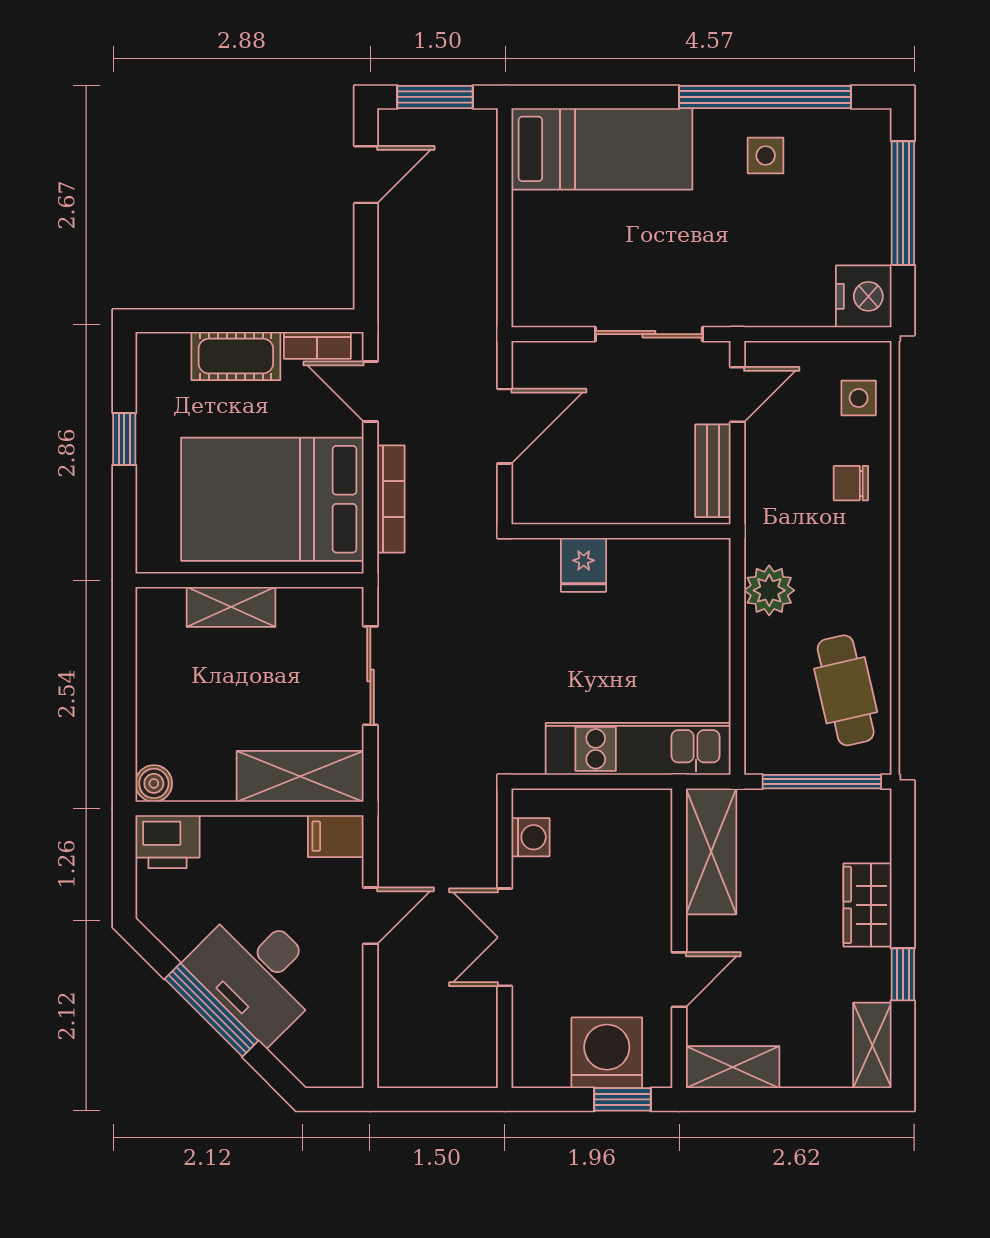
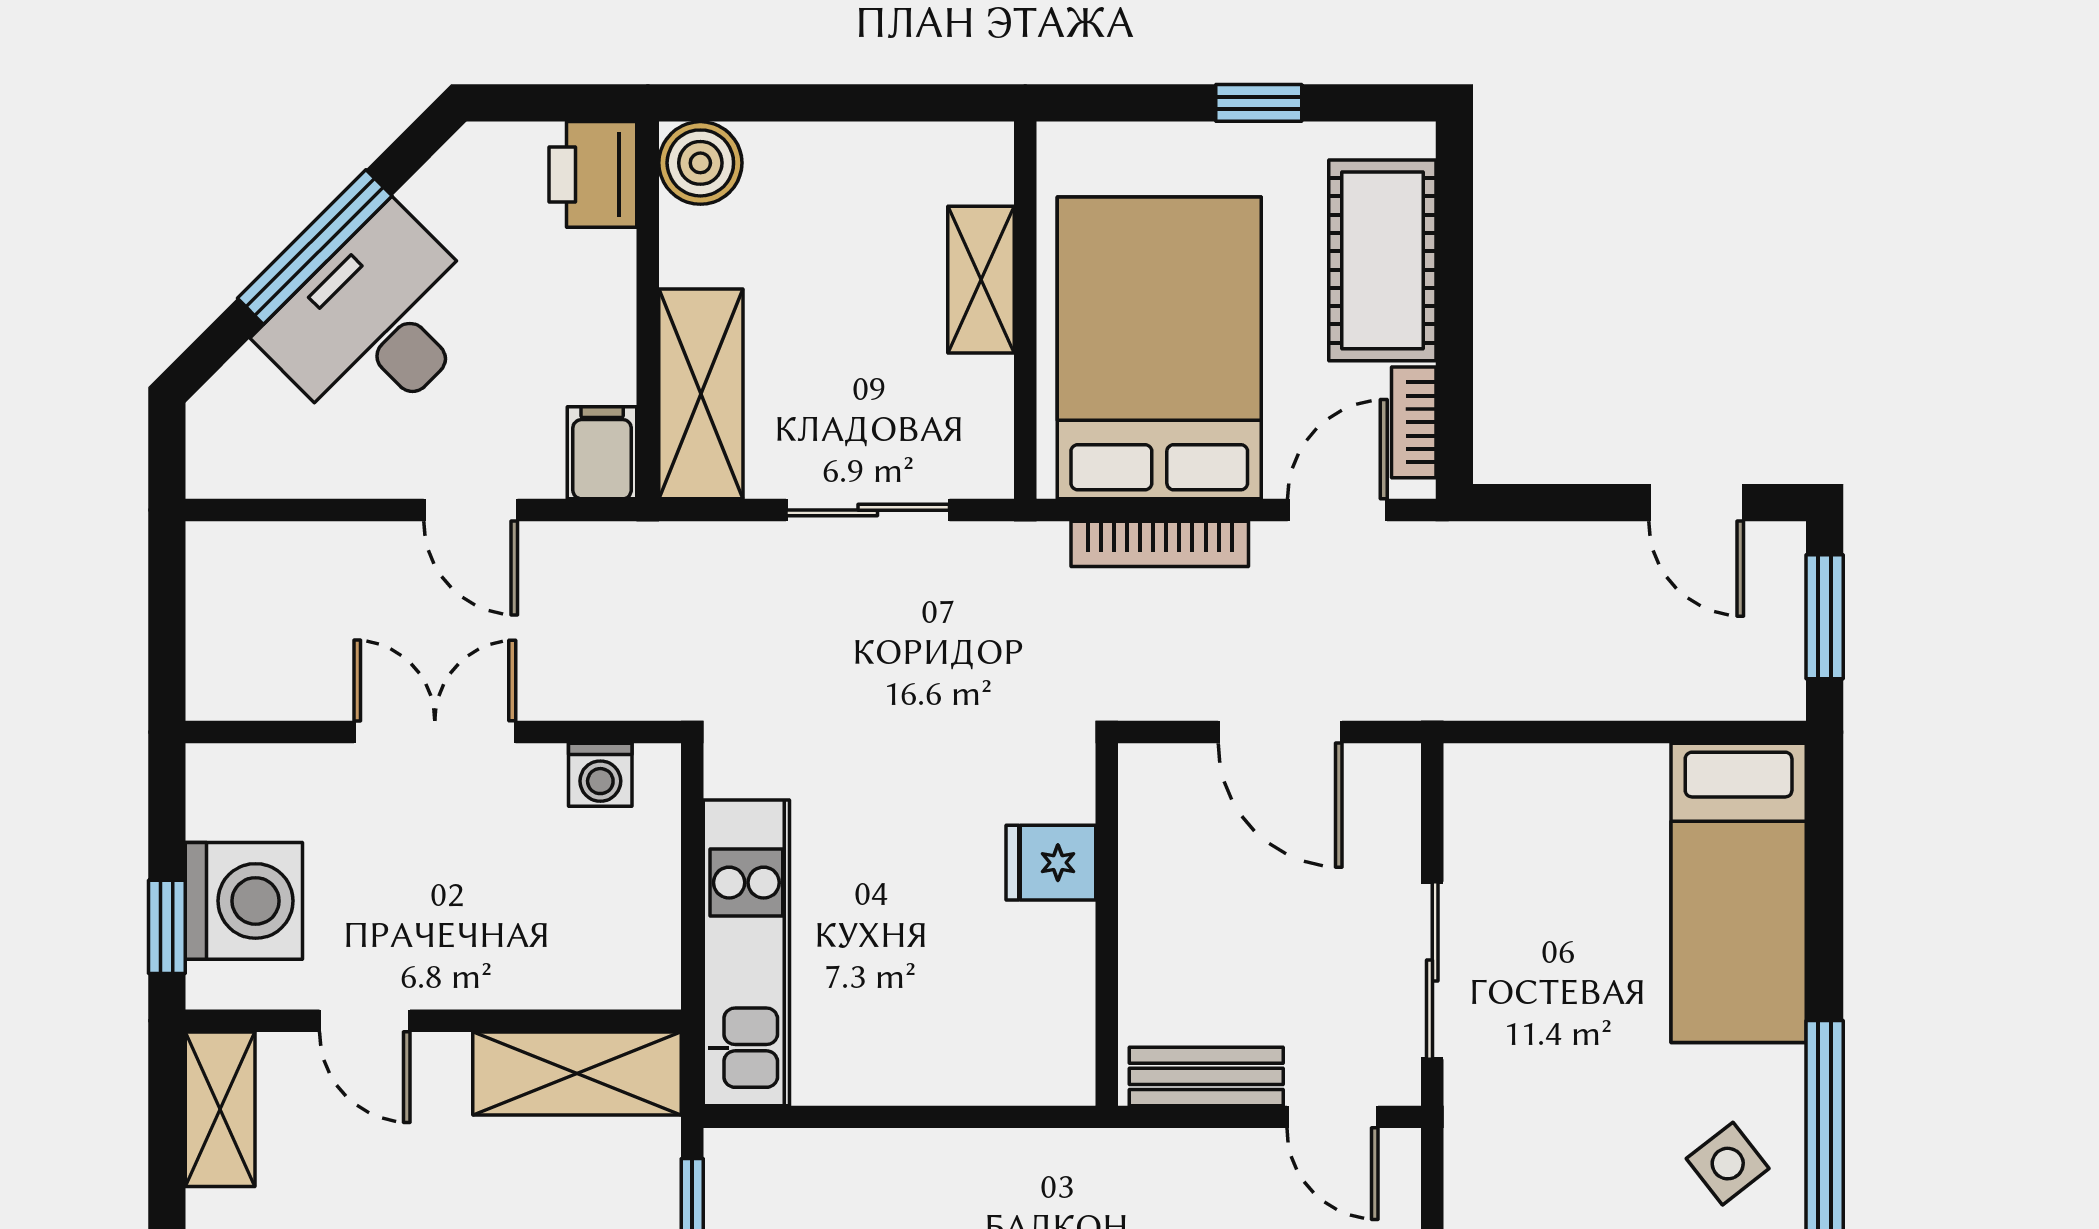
side table: (766, 156) -> (1728, 1164), turned -38
cot: (236, 356) -> (1382, 260), width x1.37, depth x1.34
plant: (769, 590) -> (1009, 1170), removed
boiler: (154, 783) -> (700, 163), width x1.36, depth x1.36

